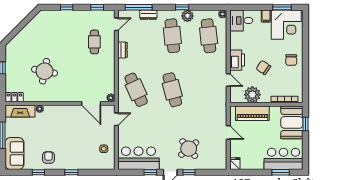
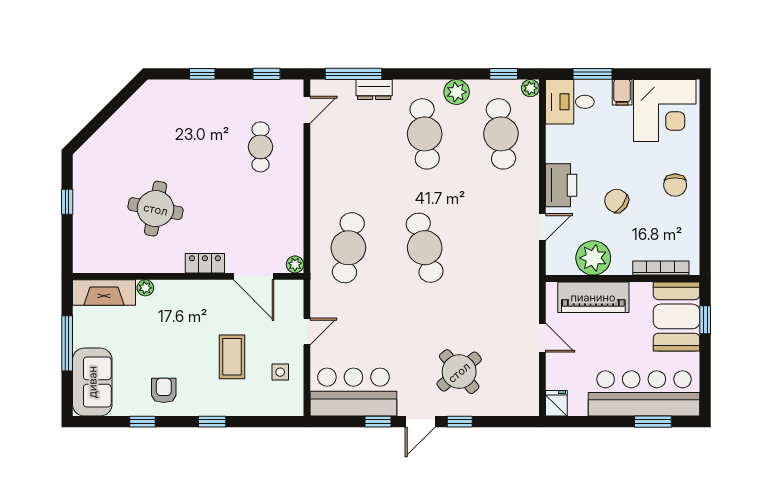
window: (182, 7) -> (504, 74), moved
window: (282, 7) -> (592, 74), moved
dresser: (123, 50) -> (320, 164), removed
door: (228, 80) -> (542, 227), hinge flipped
cafe table: (136, 90) -> (348, 248), turned 33
locker: (14, 97) -> (205, 263), moved
door: (116, 119) -> (307, 331), moved
coffee table: (81, 142) -> (232, 357), added
bar counter: (284, 159) -> (644, 393), width x1.36

